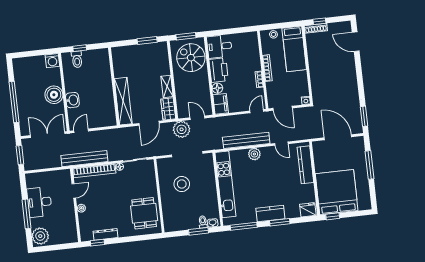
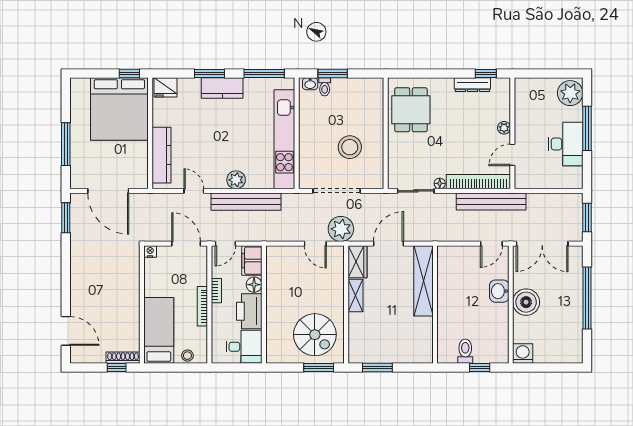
desk: (219, 46) -> (244, 347), moved
toilet: (77, 59) -> (465, 351), moved
printer: (219, 70) -> (249, 311), moved
wall: (209, 76) -> (264, 305), moved
floor lamp: (217, 88) -> (254, 285), moved
filing cabinet: (221, 104) -> (252, 261), moved

